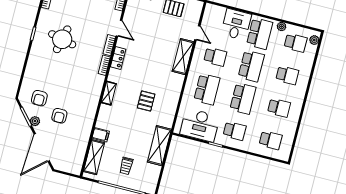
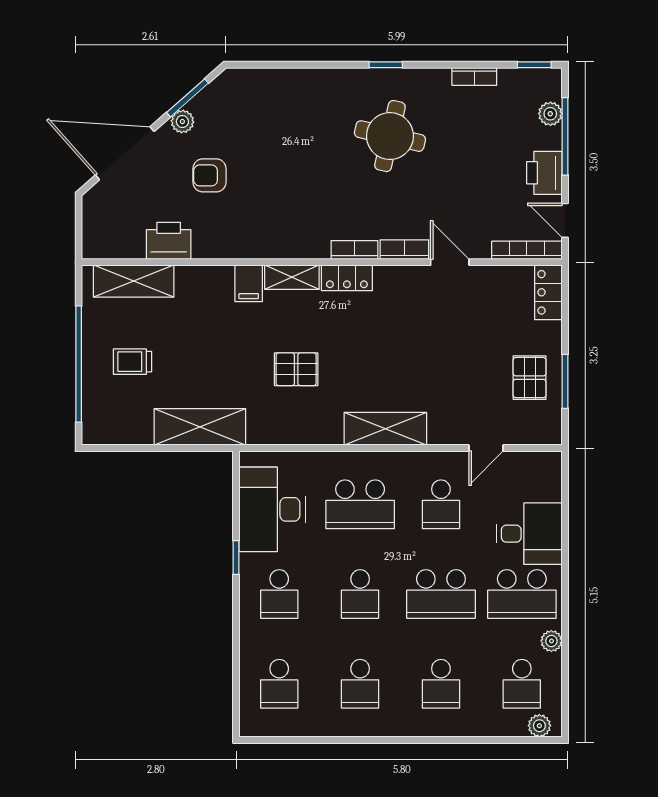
door: (119, 28) -> (450, 262), swing flipped
shelving: (183, 57) -> (385, 429), moved
locker: (118, 58) -> (347, 278), moved
armchair: (39, 98) -> (239, 118), removed
school desk: (243, 98) -> (360, 594), width x0.54
filing cabinet: (101, 135) -> (249, 283), moved
printer: (81, 139) -> (169, 241), added

